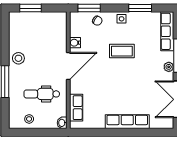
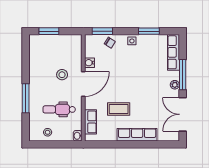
coffee table: (122, 51) -> (119, 109), moved
stool: (18, 58) -> (62, 75), moved

